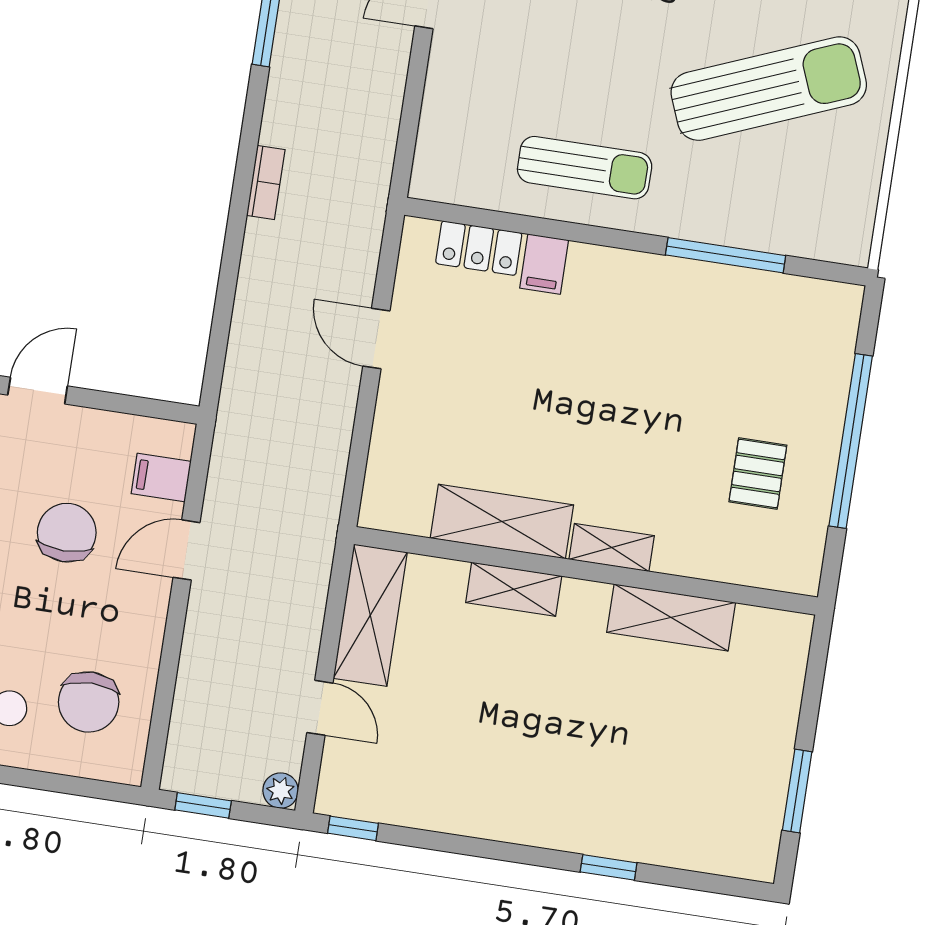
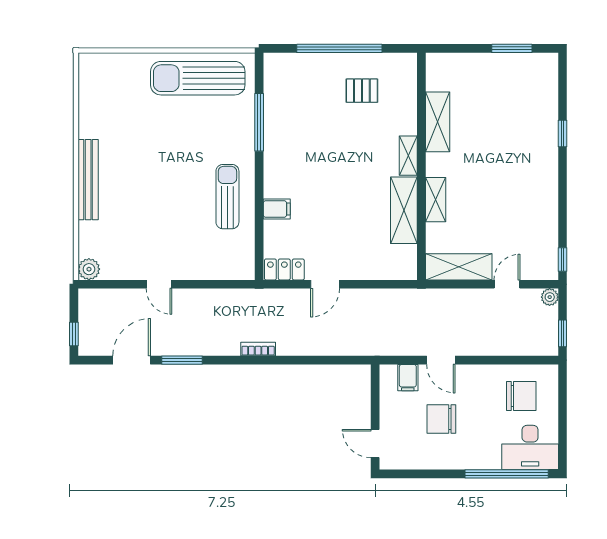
sun lounger: (769, 89) -> (198, 78), moved, turned -68
locker: (479, 248) -> (284, 269), moved, turned -90

